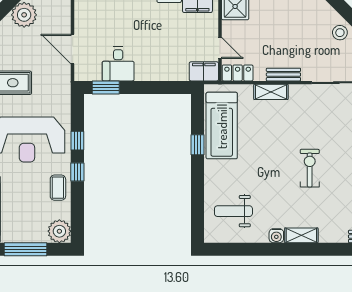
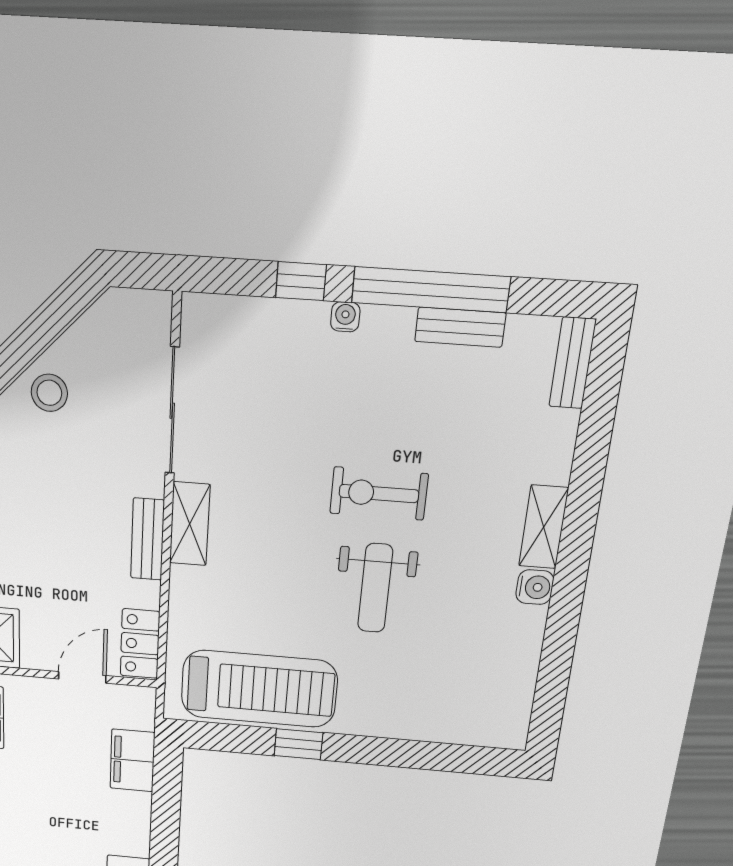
filing cabinet: (204, 71) -> (132, 760), moved
shelving: (271, 92) -> (190, 524), moved
weight bench: (233, 211) -> (375, 588), moved

